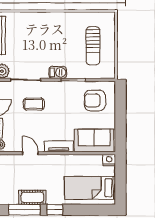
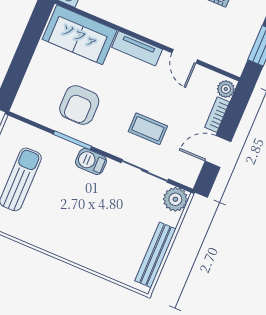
armchair: (95, 100) -> (79, 105), moved, turned 90

